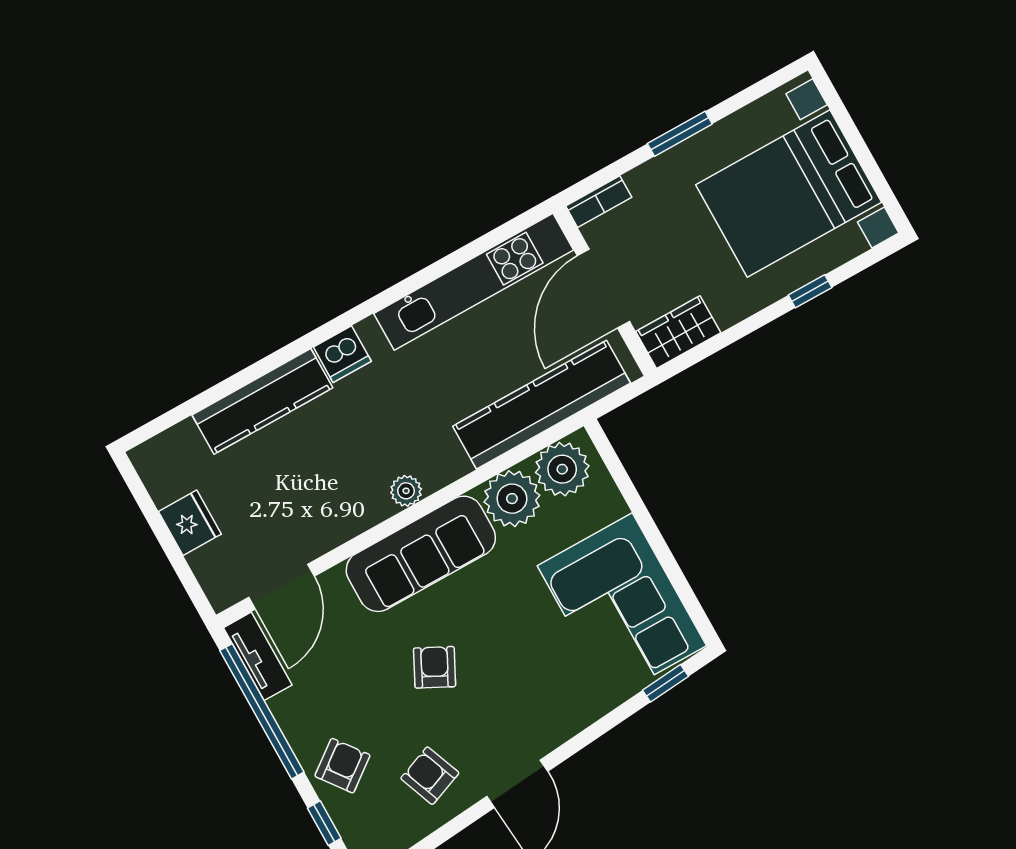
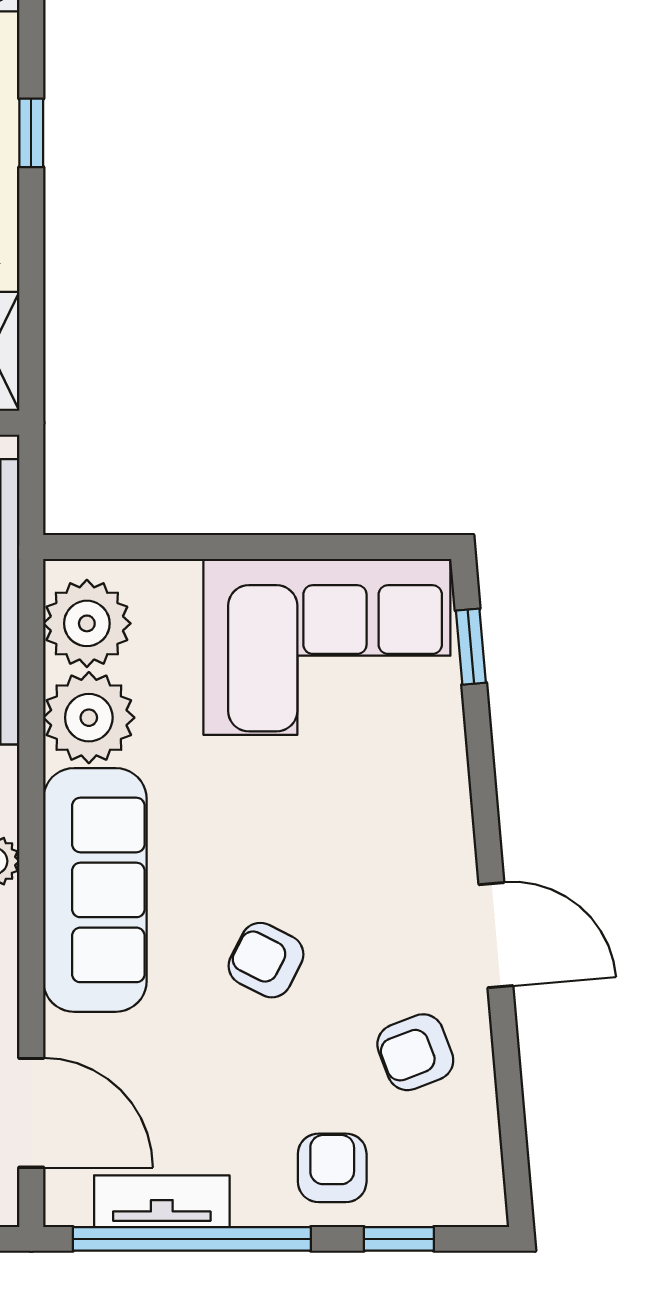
tv unit: (258, 656) -> (162, 1201), moved
armchair: (342, 766) -> (332, 1168), turned 37

